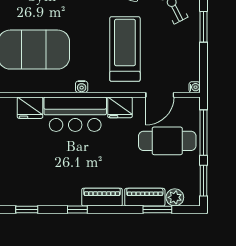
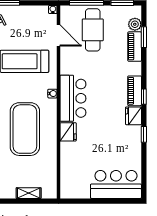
fridge: (120, 107) -> (133, 116), moved, turned 180
piano: (102, 197) -> (135, 91), moved

